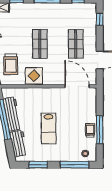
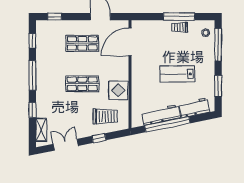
lab bench: (49, 128) -> (177, 74), turned 180

